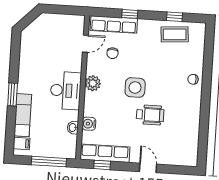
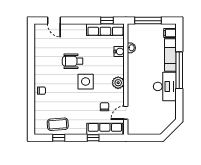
desk: (66, 91) -> (165, 86), moved, turned 180
window: (13, 95) -> (179, 70), width x2.11
door: (148, 168) -> (54, 21), moved

